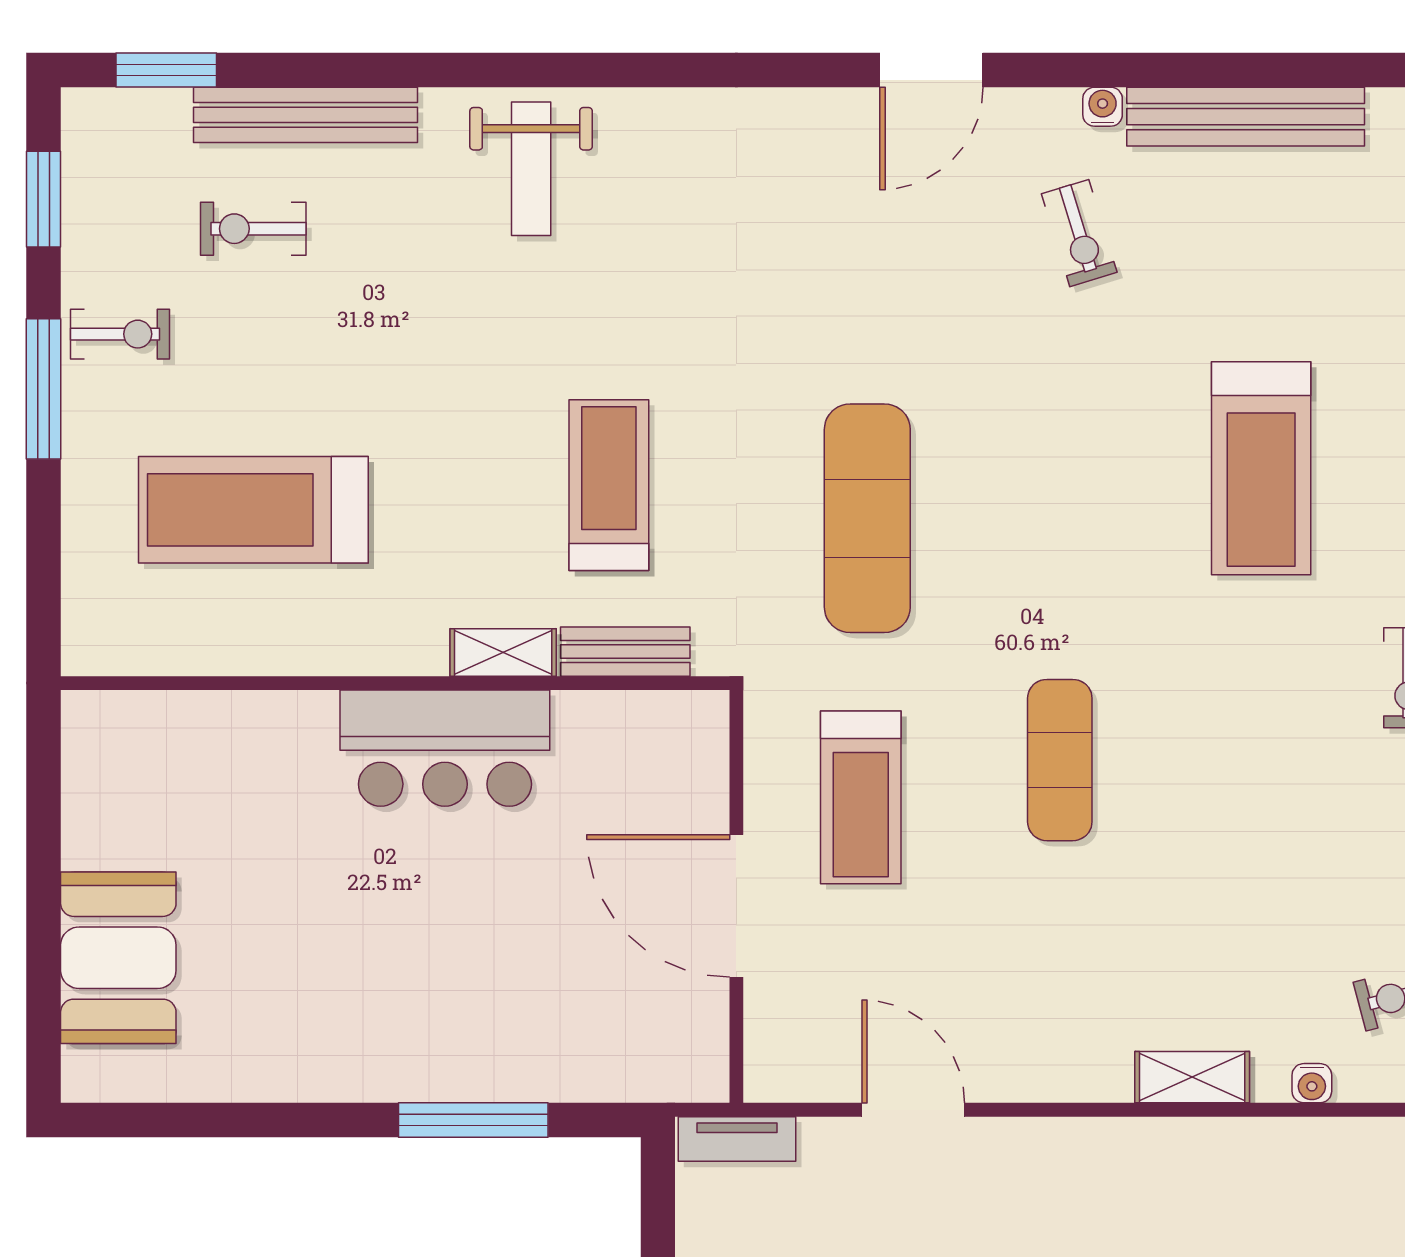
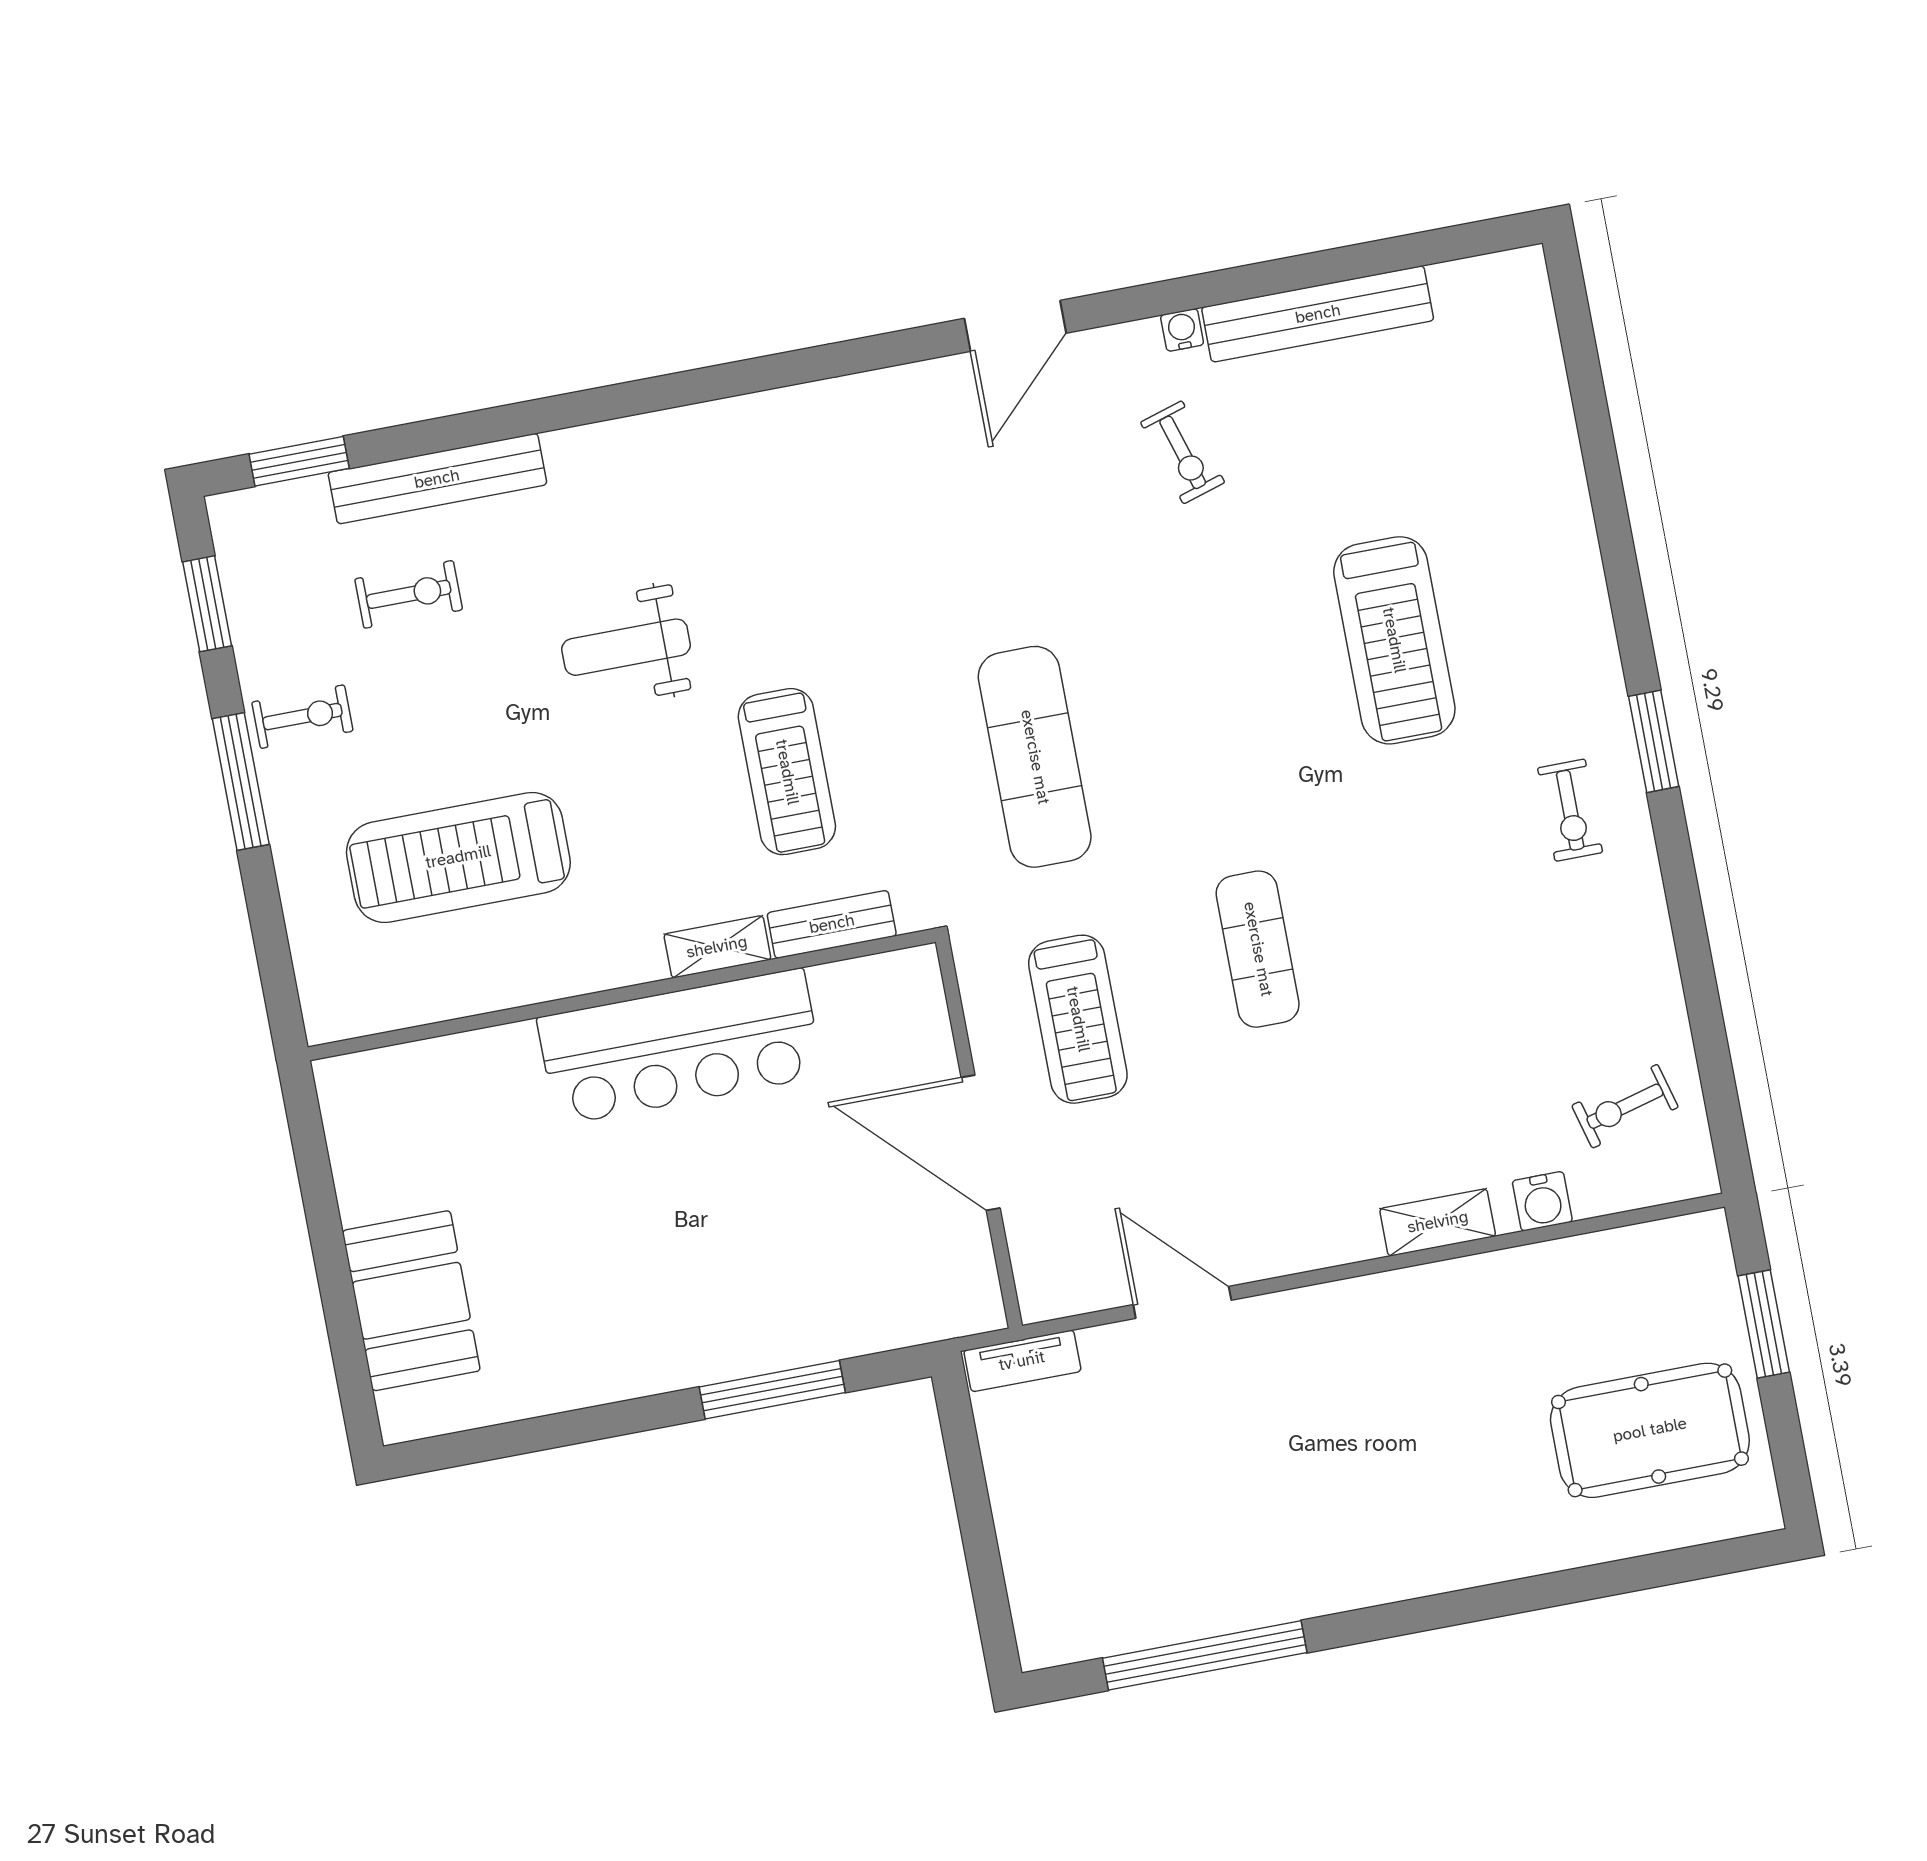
weight bench: (531, 169) -> (626, 647), moved, turned 90
exercise bike: (253, 229) -> (409, 594), turned 180
treadmill: (609, 485) -> (787, 772), turned 180
bar counter: (445, 748) -> (680, 1047), width x1.36
water cooler: (1312, 1083) -> (1542, 1201), width x1.38, depth x1.38

